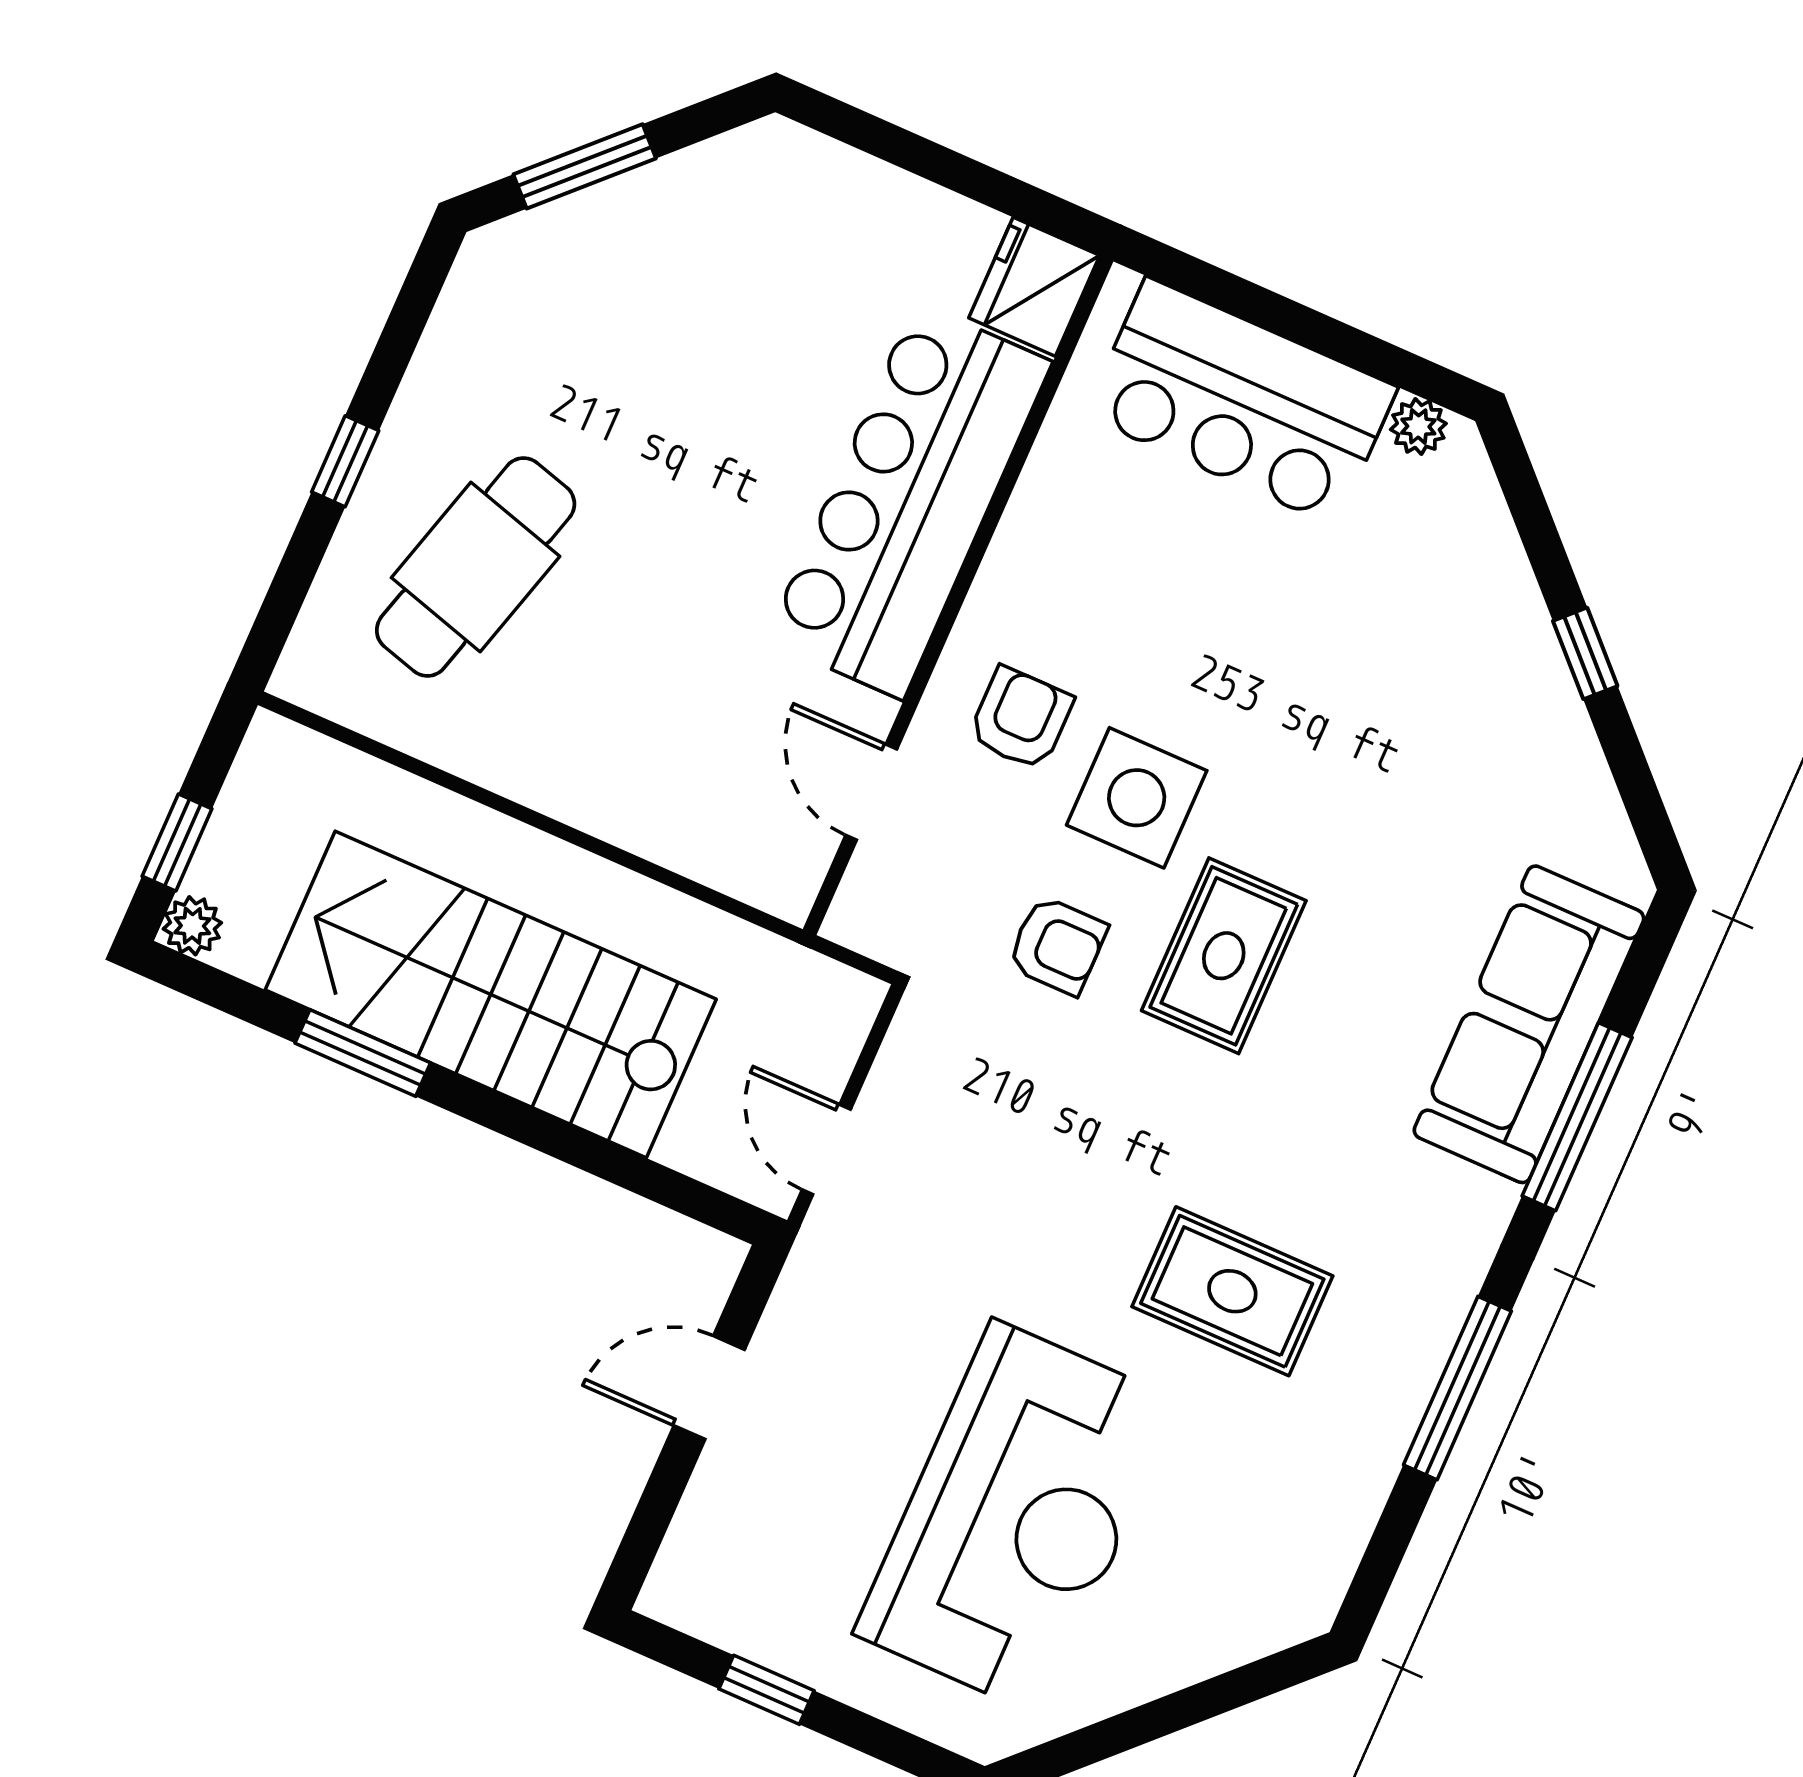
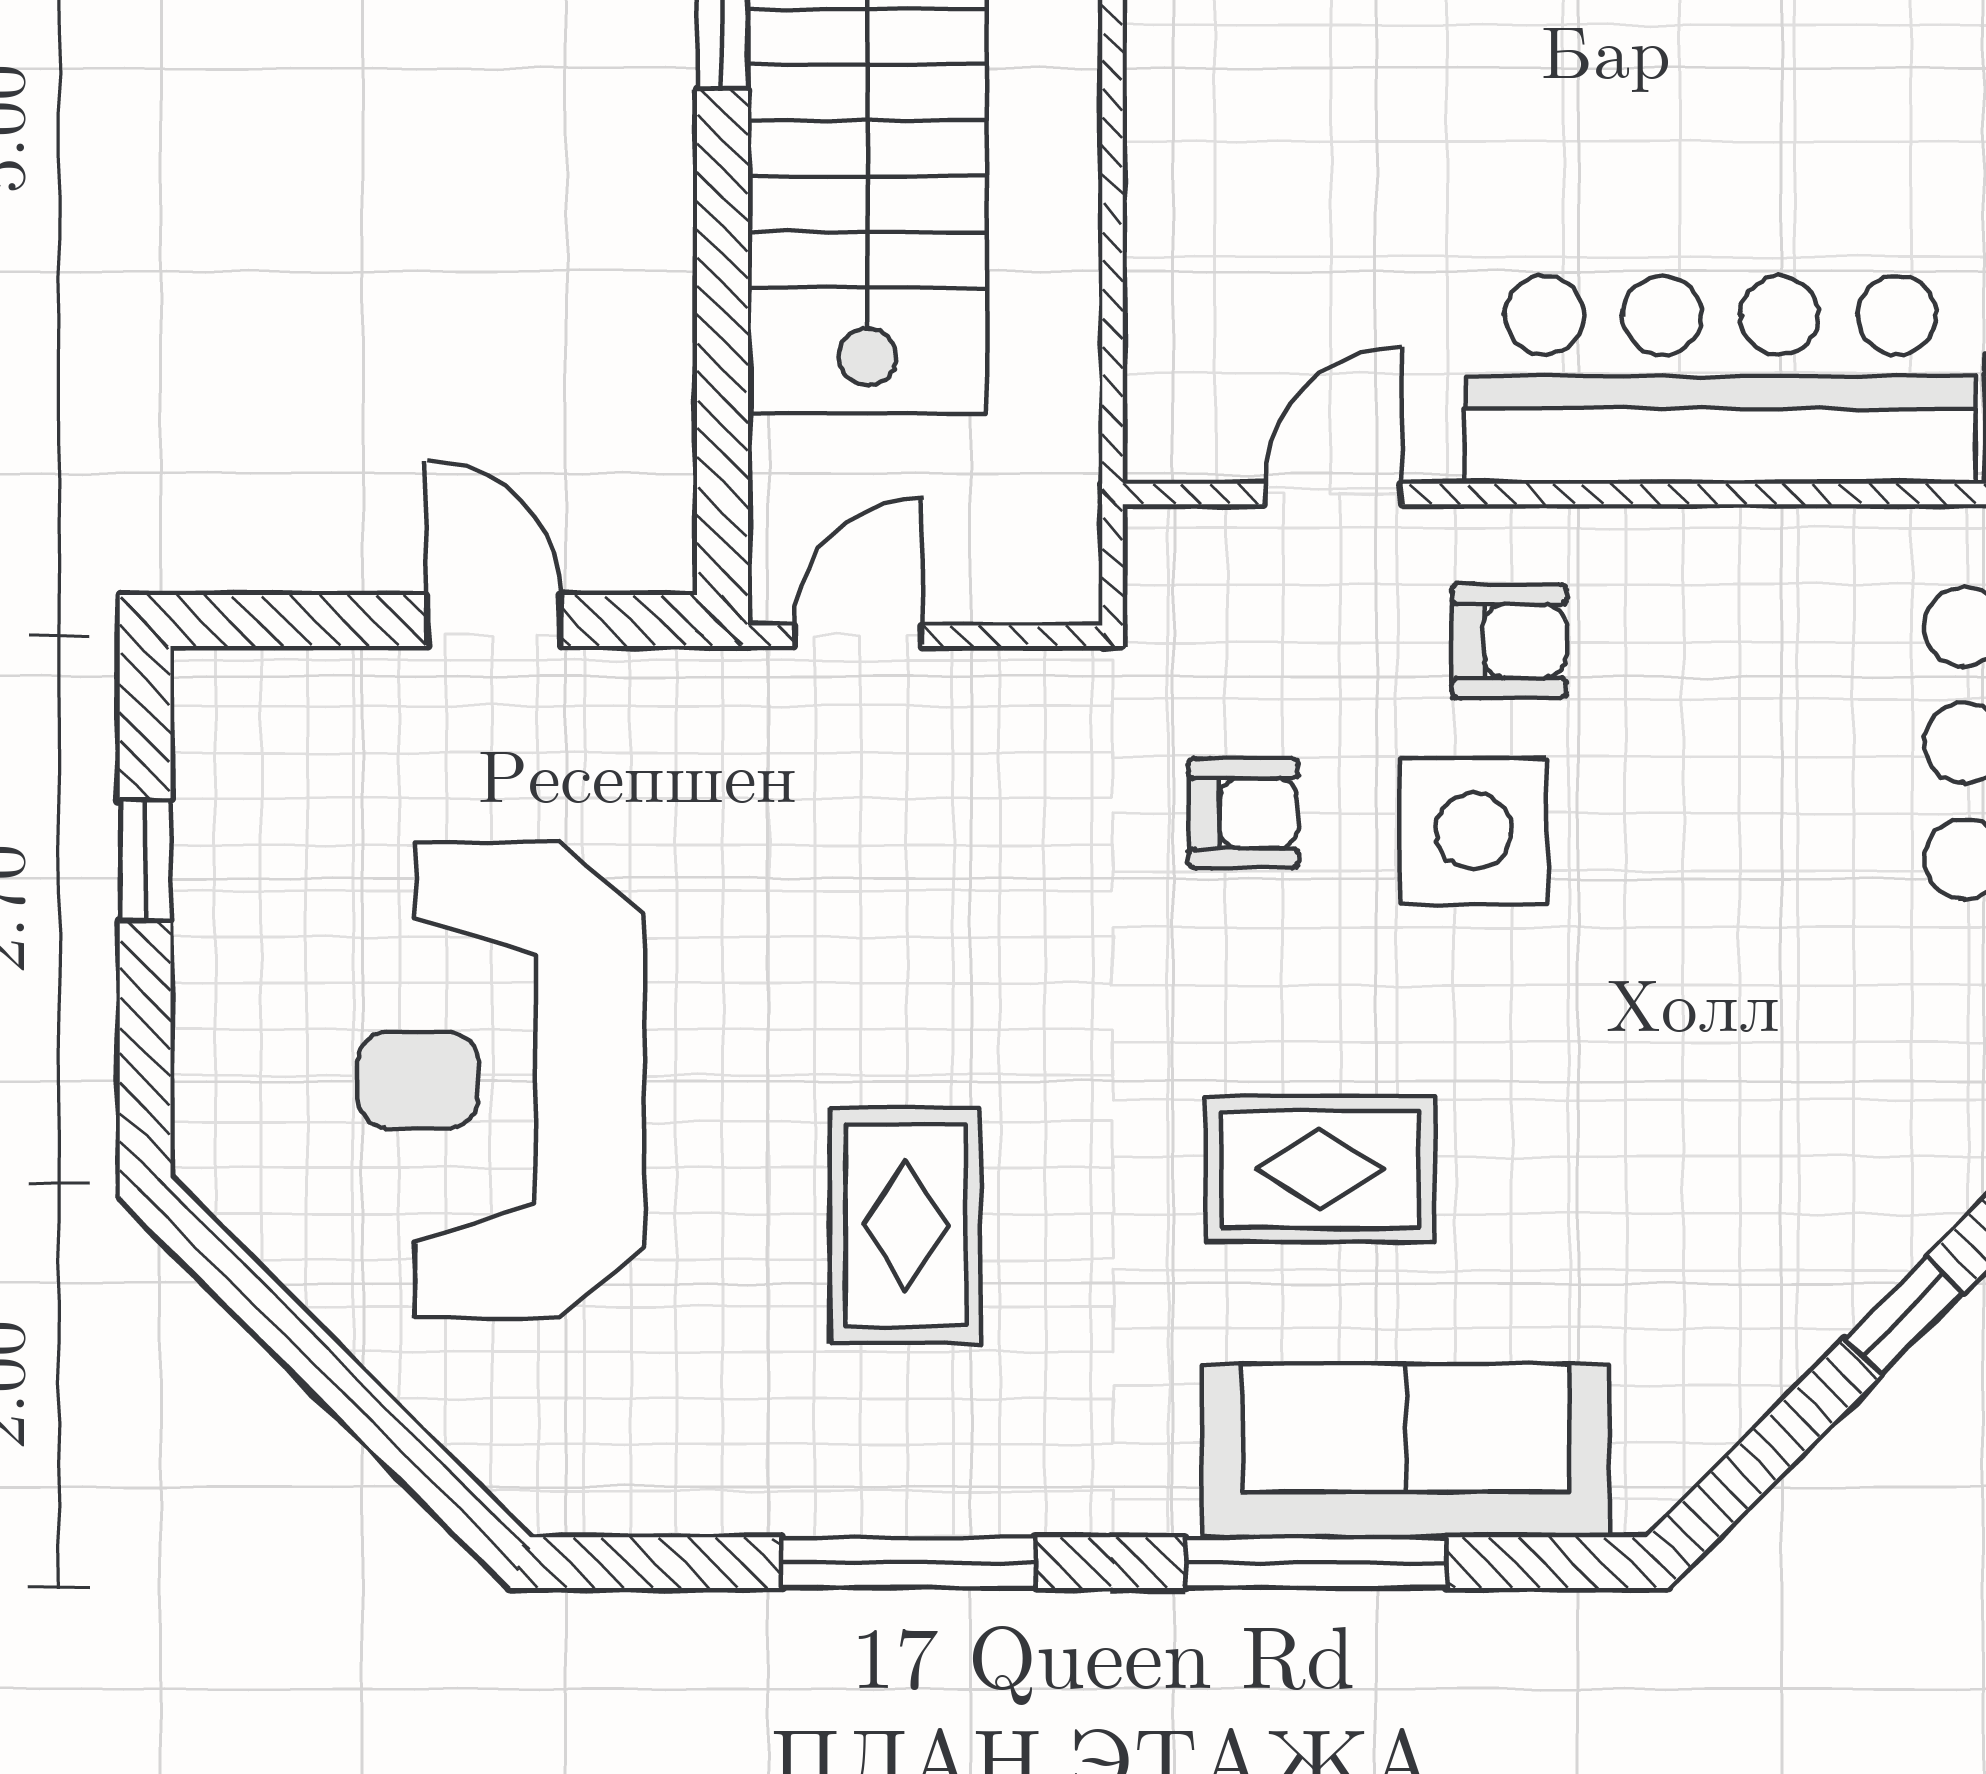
armchair: (1057, 945) -> (1243, 813), turned -90
rug: (1224, 956) -> (1320, 1169), moved
reception desk: (1017, 1517) -> (501, 1080), turned 90

